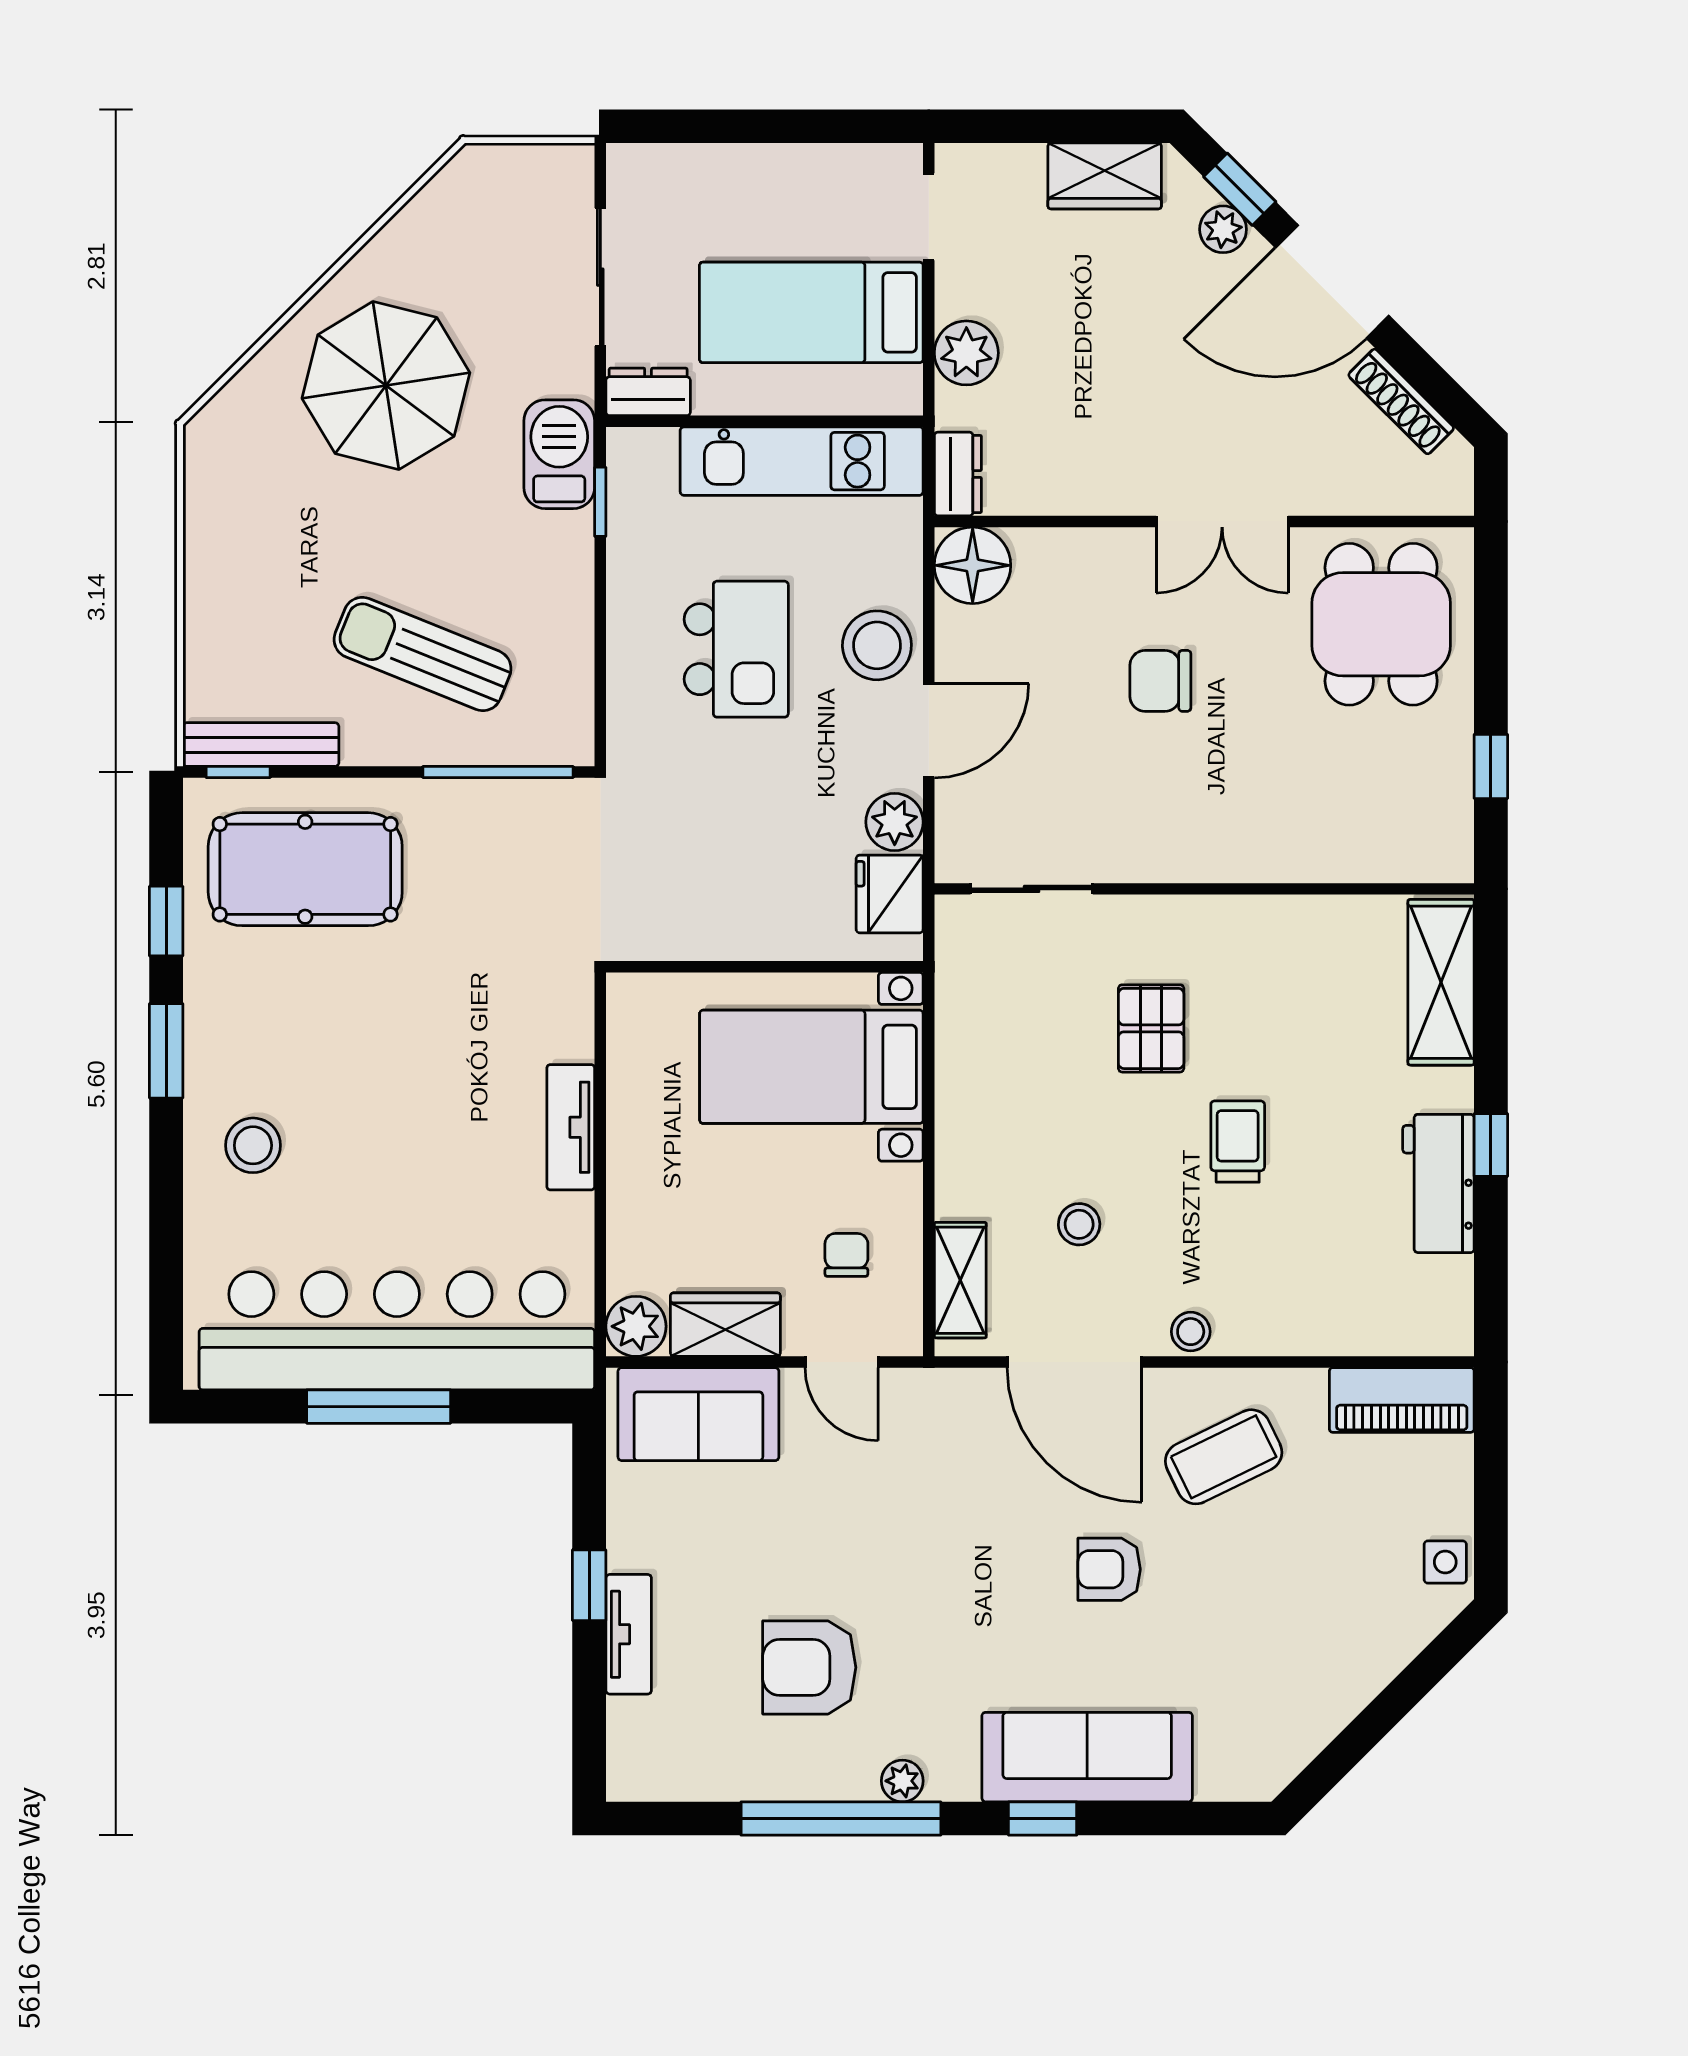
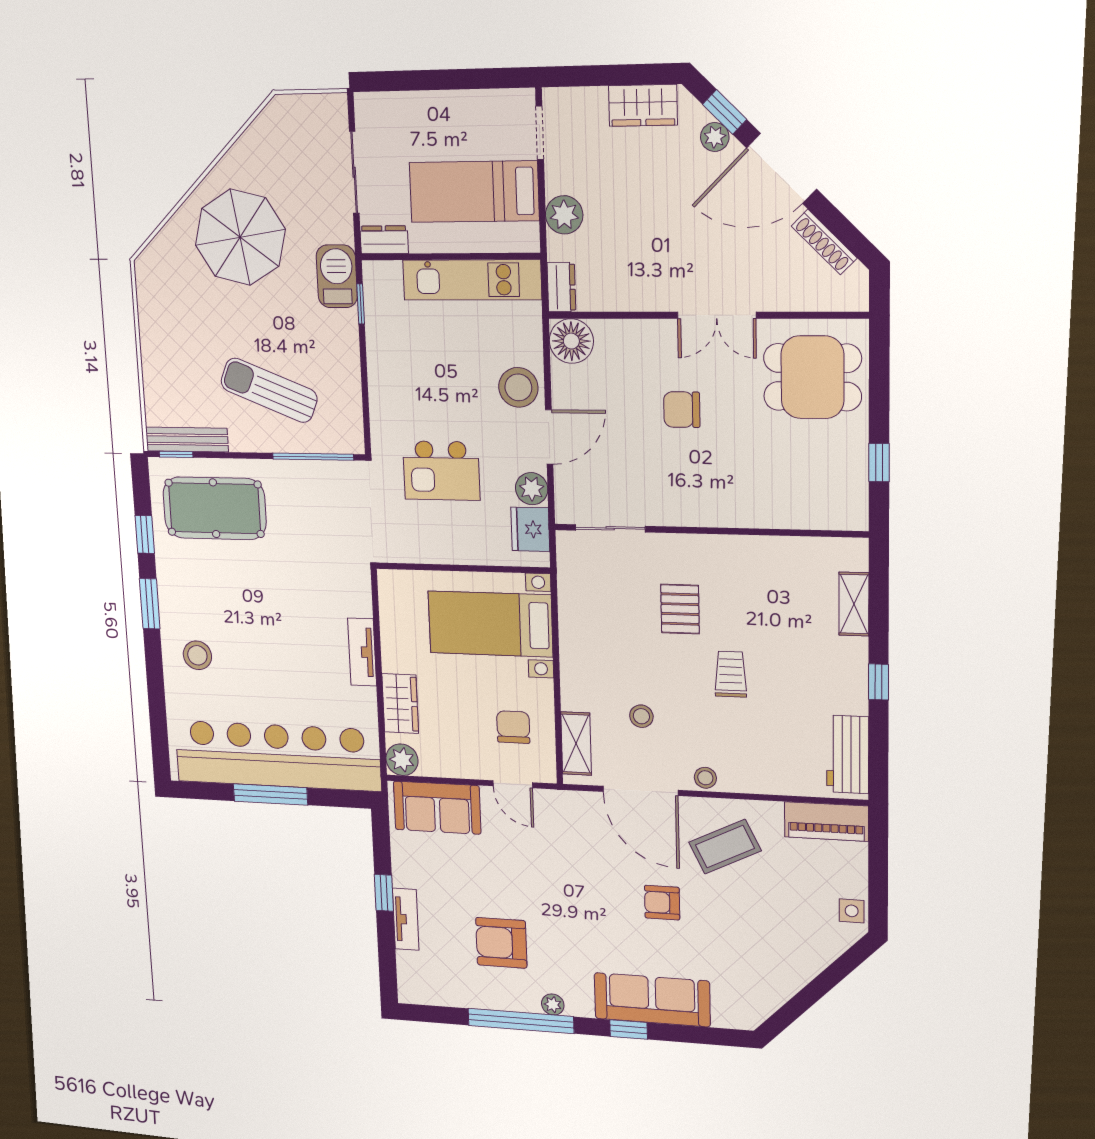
dining table: (1381, 624) -> (812, 377), turned 90
kitchen island: (736, 649) -> (441, 471), moved, turned 90
shelving: (1441, 982) -> (854, 604), width x0.67, depth x0.75
workbench: (1438, 1183) -> (848, 754), moved
chair: (846, 1255) -> (513, 727), width x1.37, depth x1.37
wardrobe: (725, 1325) -> (400, 704), moved, turned 90

